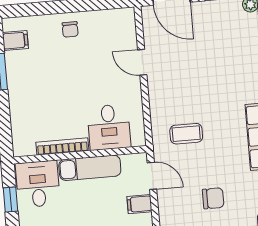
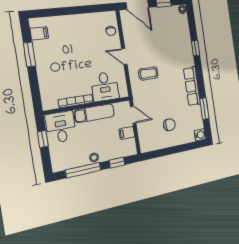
chair: (70, 29) -> (111, 31), moved
door: (142, 62) -> (124, 57), moved
coffee table: (186, 134) -> (148, 73), moved

